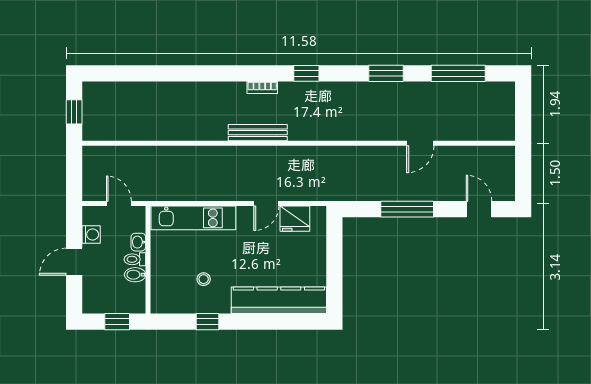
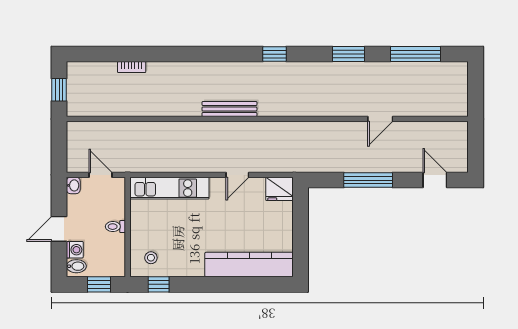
bookcase: (262, 87) -> (132, 67), moved
fridge: (295, 219) -> (279, 189), moved
washing machine: (91, 235) -> (75, 250), moved
washbasin: (138, 242) -> (73, 185), moved, turned 180
bidet: (135, 275) -> (76, 266), moved, turned 180
stool: (204, 279) -> (151, 258), moved
window: (207, 322) -> (159, 284), moved

